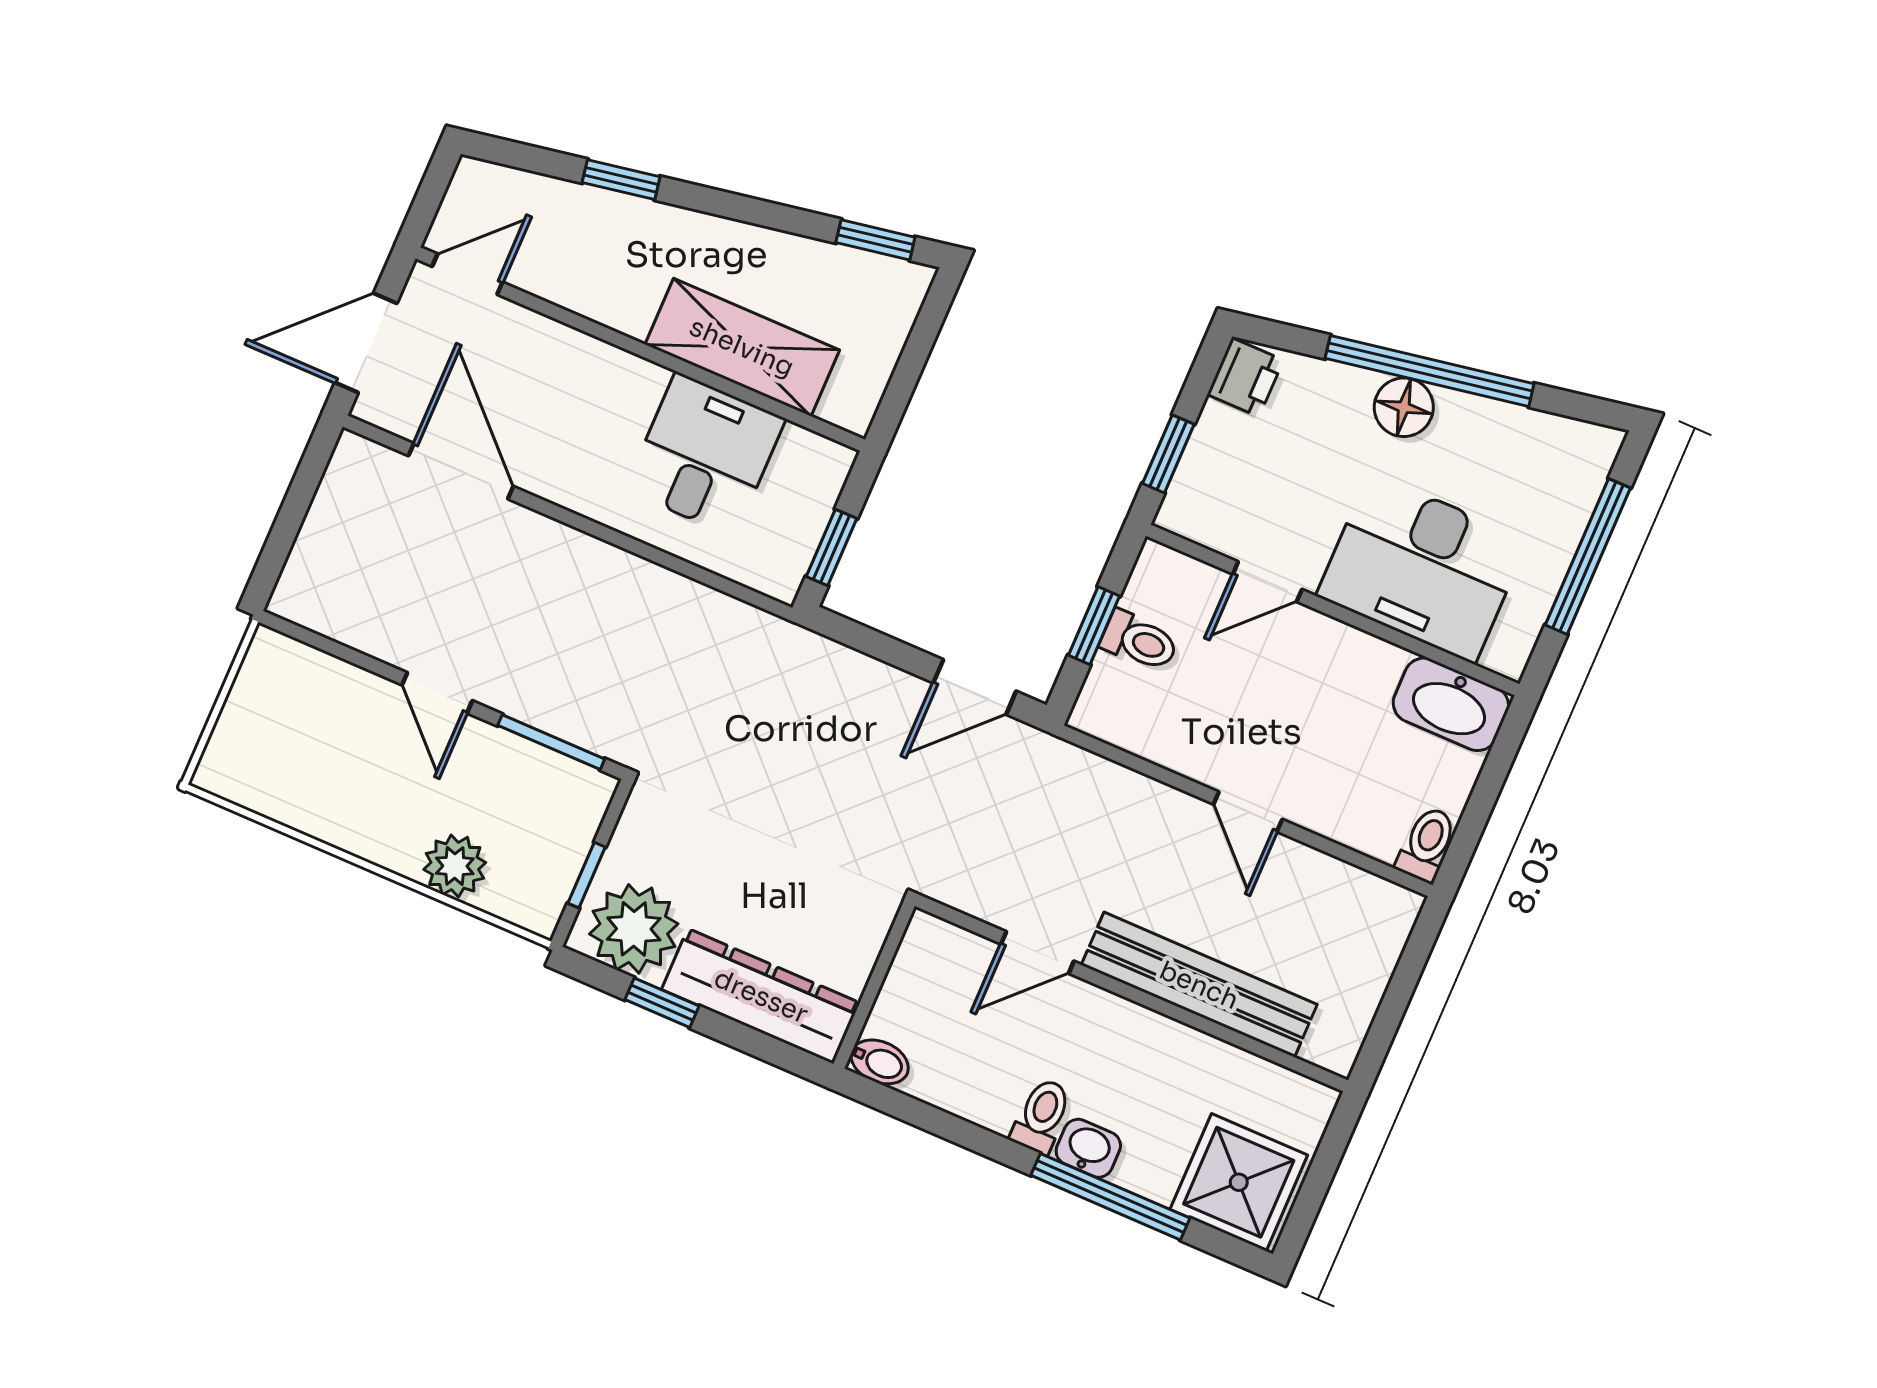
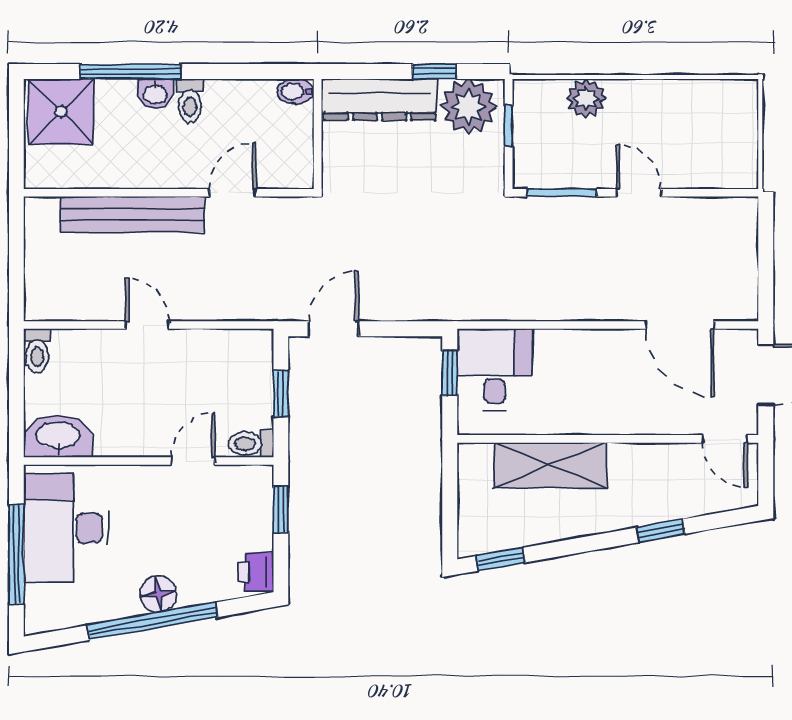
door: (467, 274) -> (725, 439), hinge flipped
desk: (705, 454) -> (495, 369), moved, turned 180
desk: (1422, 568) -> (66, 528), moved, turned -90
toilet: (1139, 641) -> (251, 444), moved

